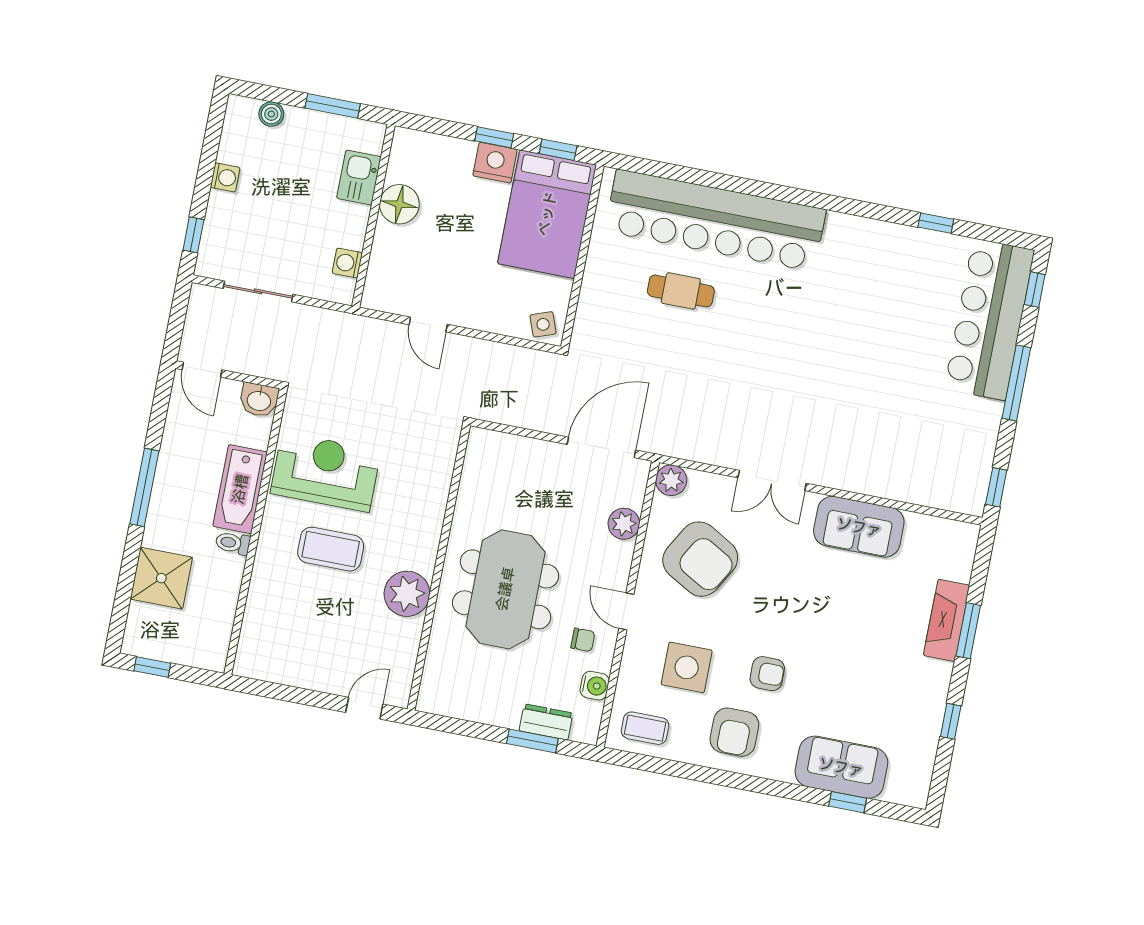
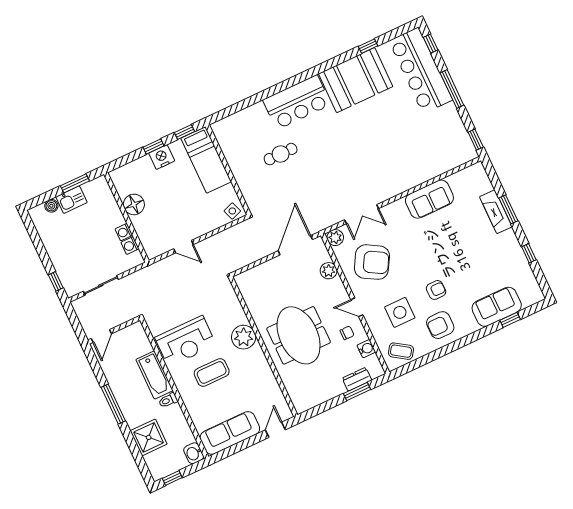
washing machine: (225, 177) -> (124, 232), moved, turned 180
kitchen sink: (359, 178) -> (71, 200), moved, turned -90
bed: (547, 214) -> (206, 160), width x0.67
bar counter: (715, 220) -> (297, 102), width x0.54
booth: (879, 262) -> (356, 80), added
door: (202, 370) -> (101, 336), hinge flipped
washbasin: (259, 400) -> (194, 453), moved, turned 90
reception desk: (326, 472) -> (186, 341), turned 180
double door: (772, 481) -> (362, 214), moved
plant: (407, 594) -> (244, 337), moved
sofa: (291, 662) -> (230, 433), added
coffee table: (645, 728) -> (401, 351), turned 34
armchair: (734, 732) -> (440, 325), turned 90

